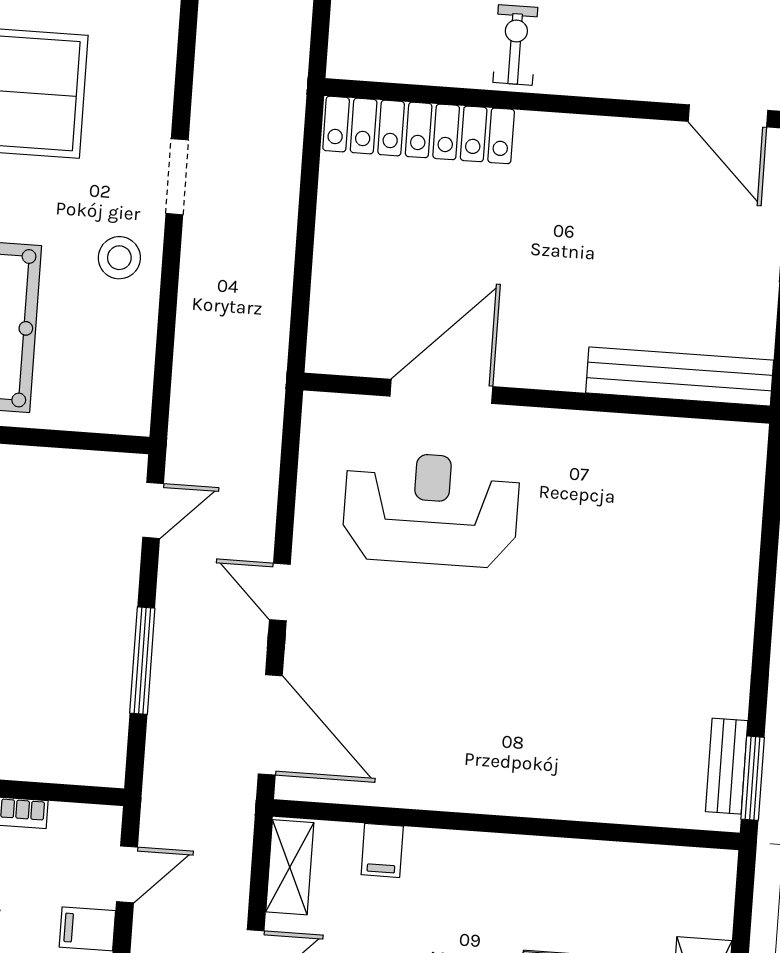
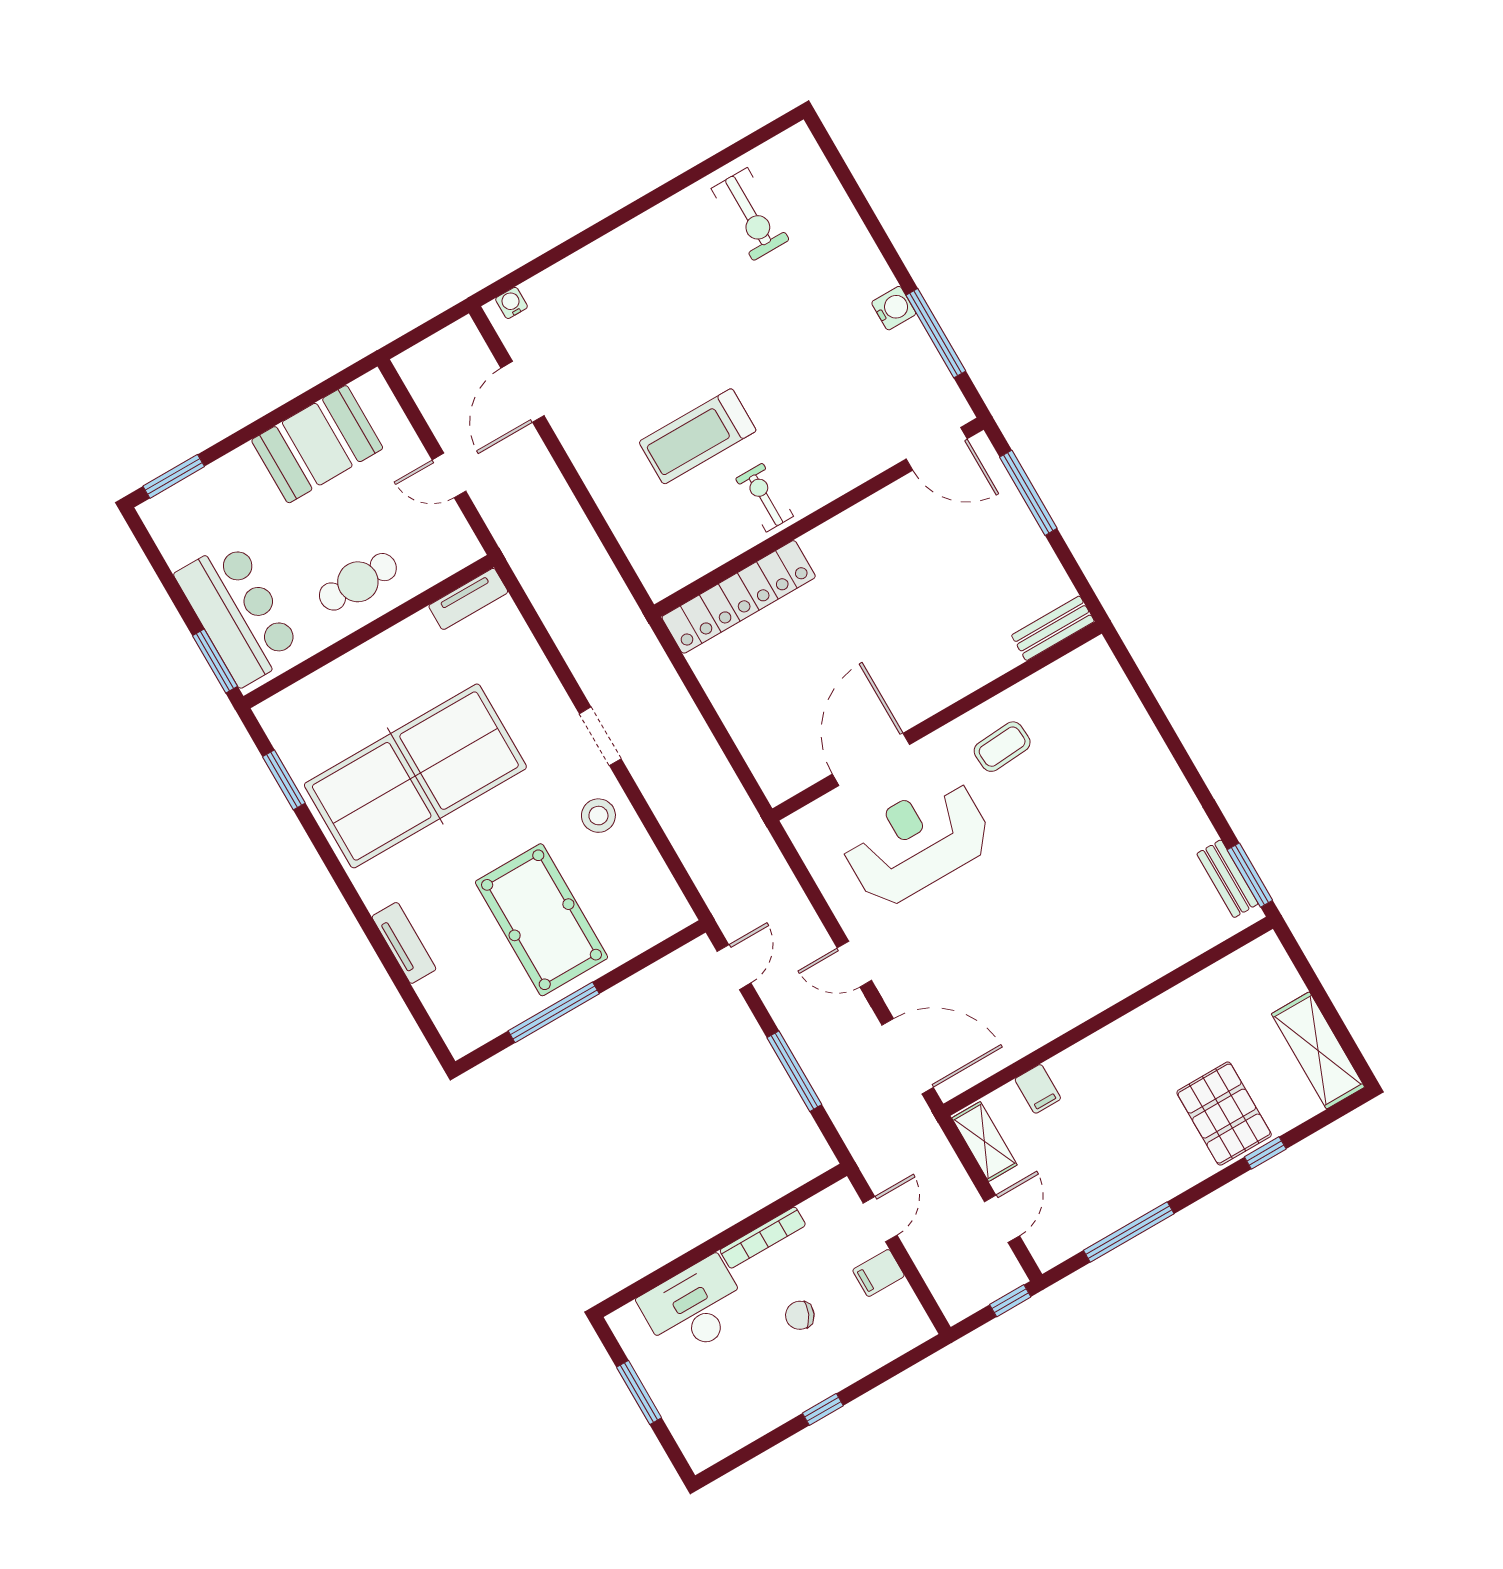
bench: (680, 377) -> (1053, 628), width x0.54, depth x0.82
coffee table: (586, 471) -> (1002, 747), added

